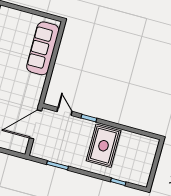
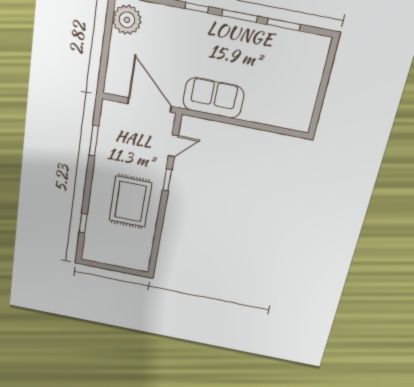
sofa: (43, 48) -> (213, 98), moved, width x0.73
rug: (103, 146) -> (130, 202), turned 90

